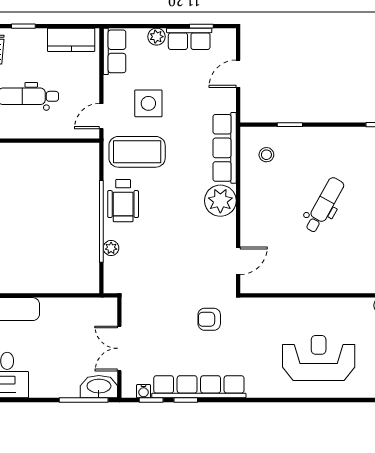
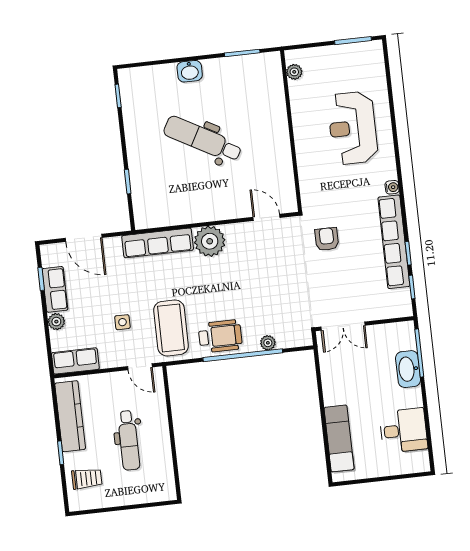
kitchen counter: (71, 40) -> (70, 416), width x1.50
door: (238, 74) -> (84, 238), width x1.38
side table: (148, 103) -> (122, 322), width x0.54, depth x0.54
stool: (266, 155) -> (160, 201), removed
dental chair: (324, 205) -> (203, 139), width x1.36, depth x1.38
armchair: (209, 319) -> (327, 239), turned 180
double door: (119, 348) -> (343, 326), moved
washbasin: (99, 387) -> (408, 369), moved
water cooler: (143, 391) -> (392, 187), moved

